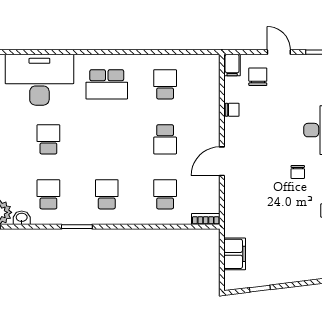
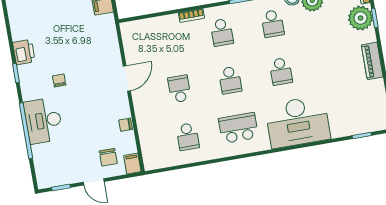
school desk: (165, 194) -> (230, 80), moved
bookcase: (206, 219) -> (191, 16), moved

